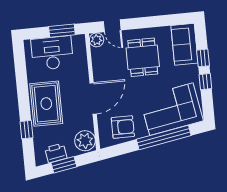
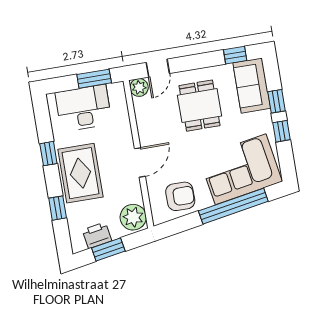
window: (173, 20) -> (235, 55), added
door: (112, 26) -> (158, 68), hinge flipped
window: (22, 87) -> (48, 154), added
door: (93, 98) -> (140, 162), width x0.73

